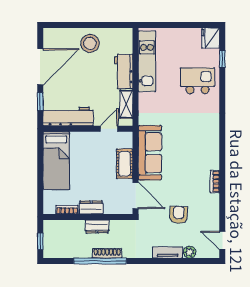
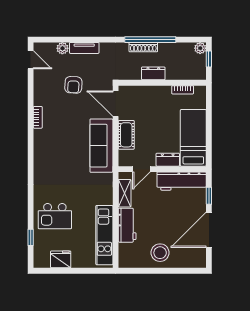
fridge: (211, 38) -> (61, 259), moved, turned -90
dresser: (91, 207) -> (168, 160), moved, turned 180
plant: (49, 252) -> (200, 48), added

